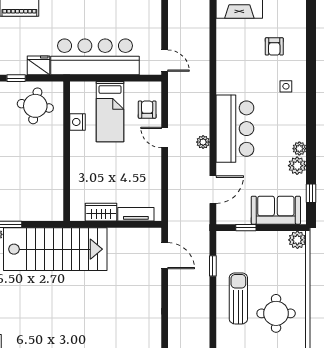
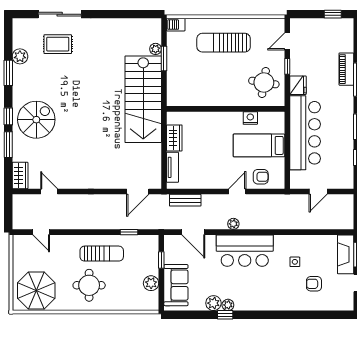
door: (165, 61) -> (318, 192), moved
side table: (286, 86) -> (295, 262), moved
window: (311, 193) -> (225, 315), moved
bench: (175, 199) -> (185, 200), added
plant: (297, 240) -> (151, 283), moved

